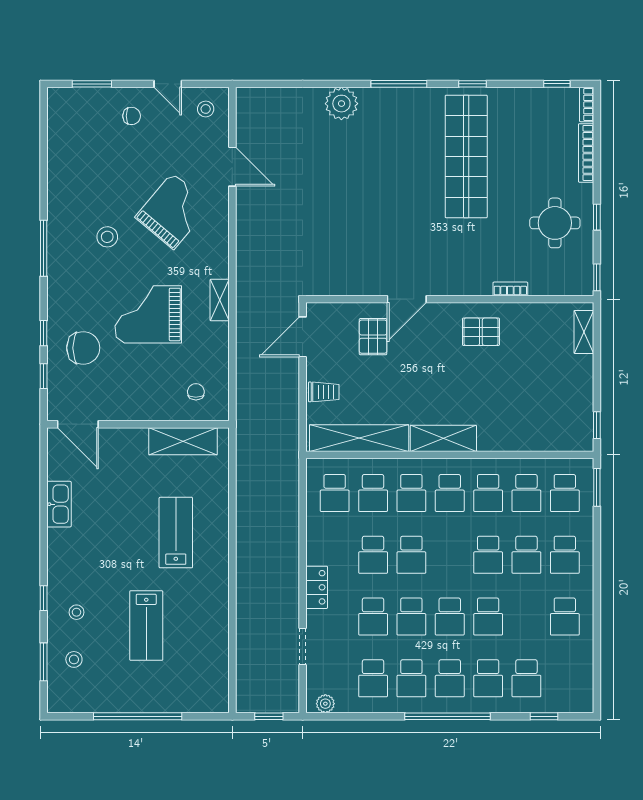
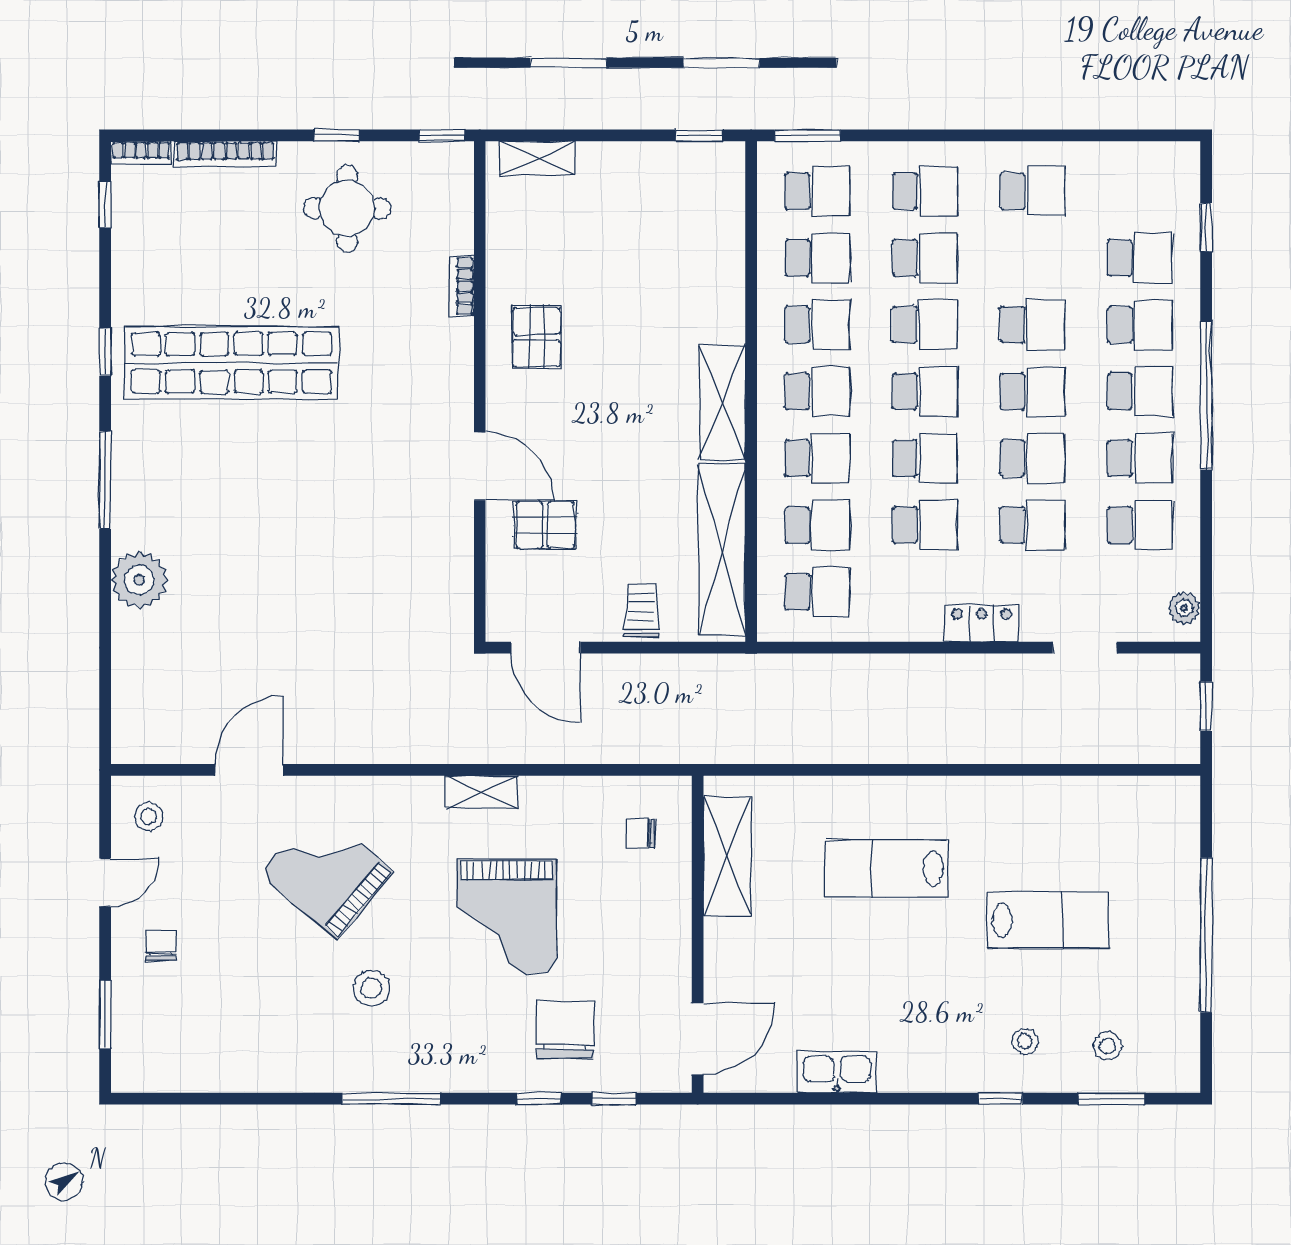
school desk: (450, 555) -> (925, 391), added

